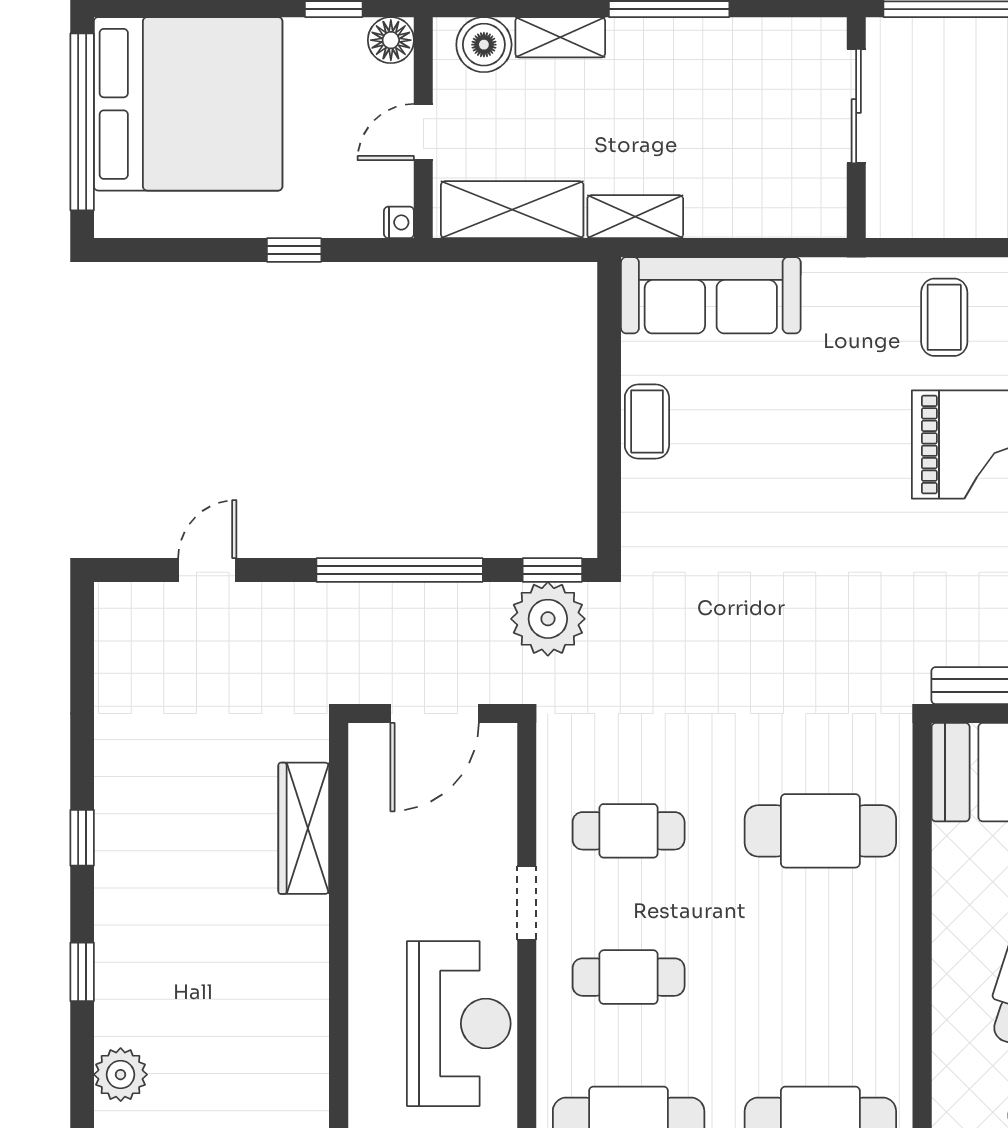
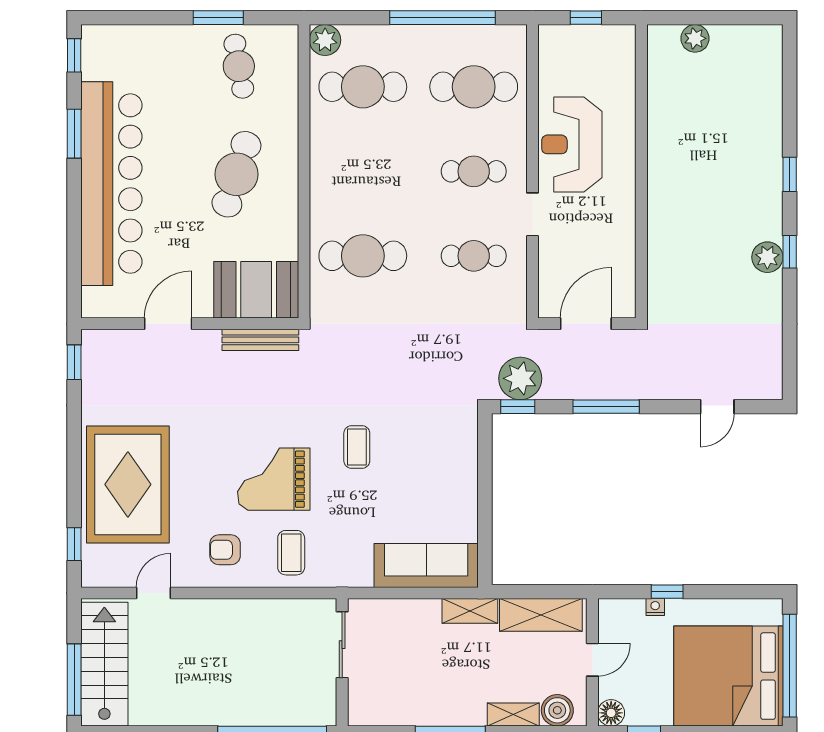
sliding door: (856, 106) -> (342, 645), moved
nightstand: (399, 222) -> (655, 607), moved, turned 90
coffee table: (647, 421) -> (357, 447), moved
window: (400, 570) -> (606, 407), width x0.68
wardrobe: (304, 828) -> (661, 257), removed
plant: (121, 1075) -> (767, 257), moved

